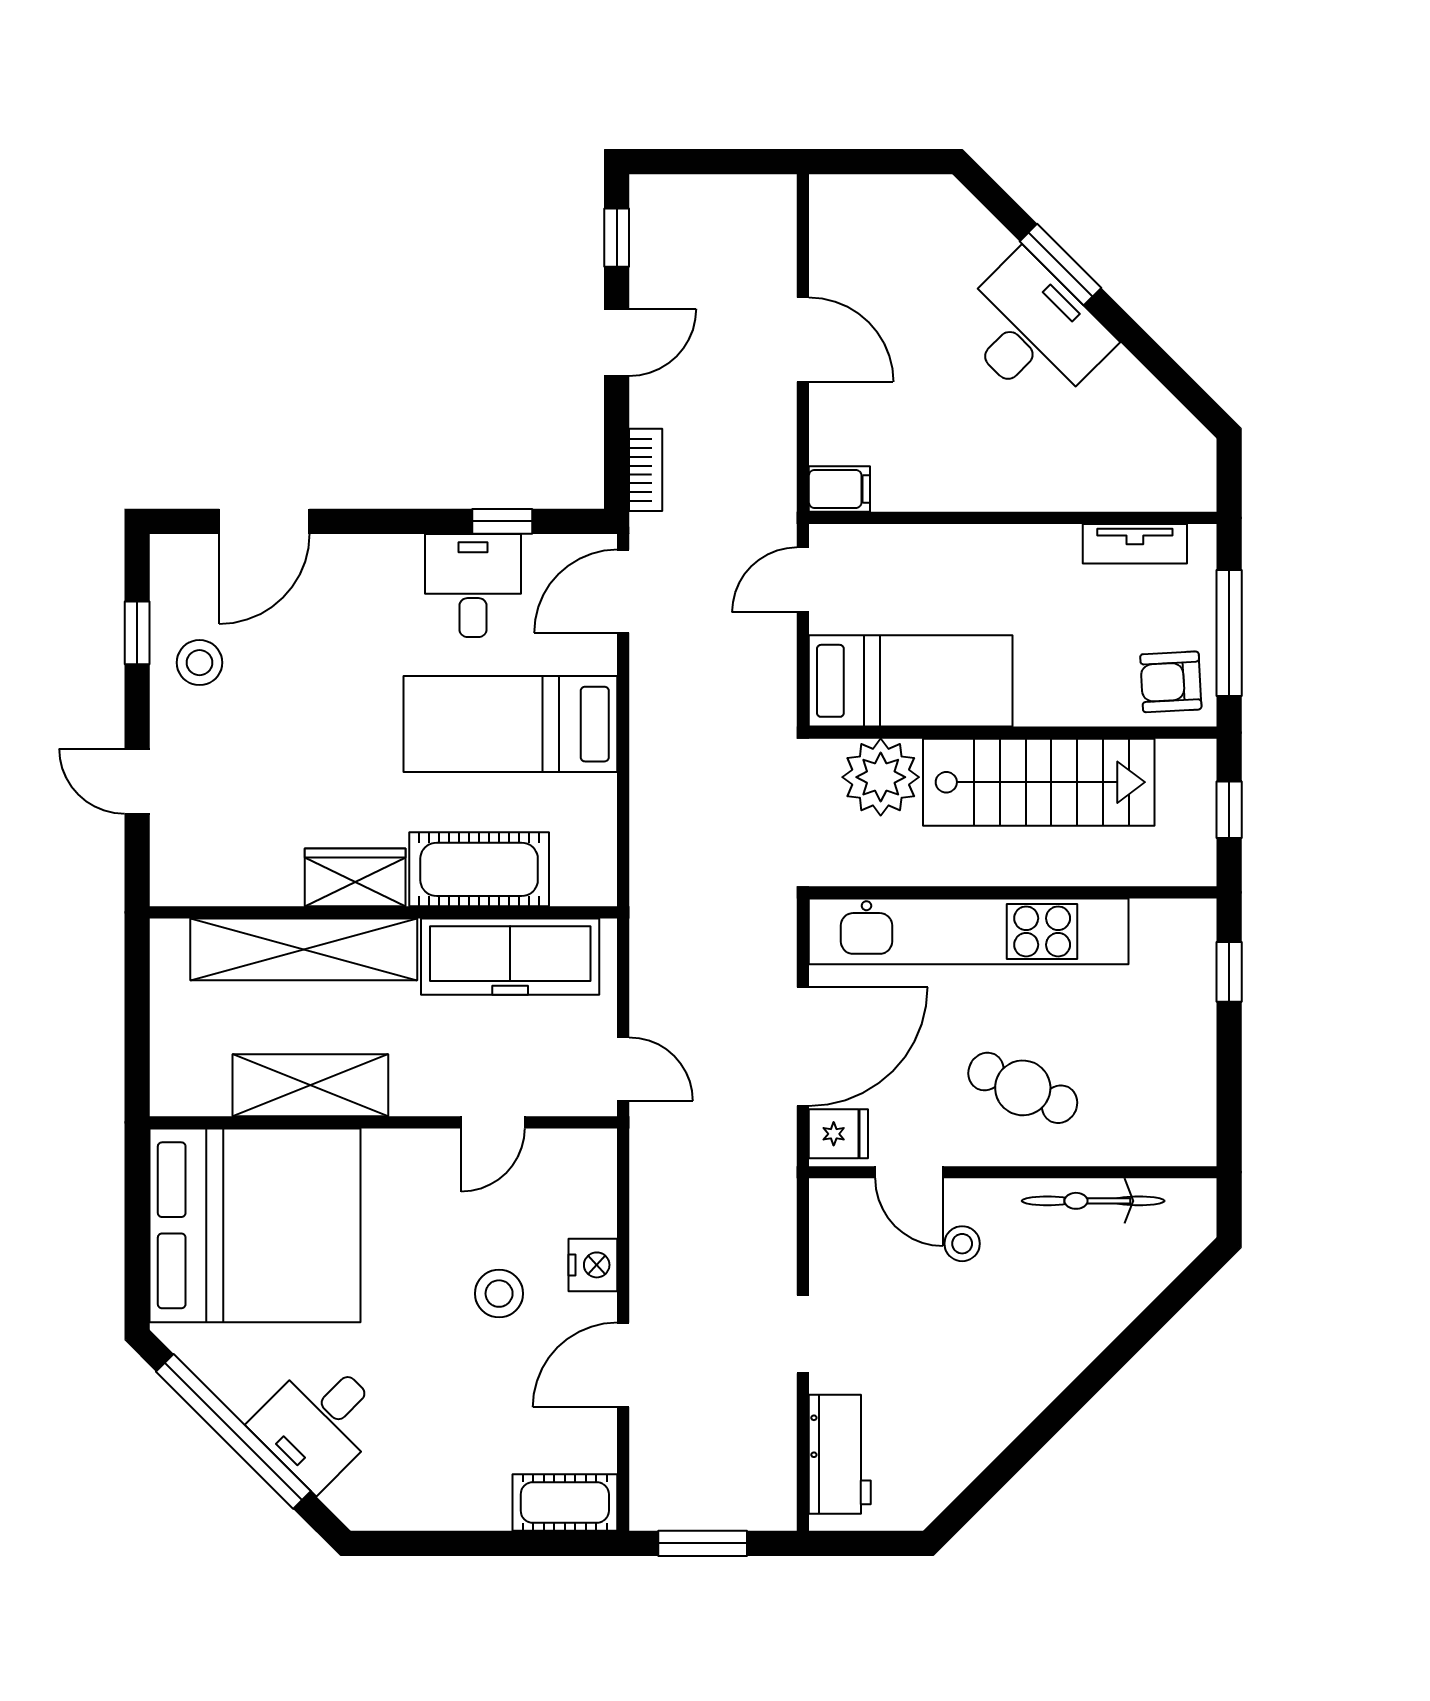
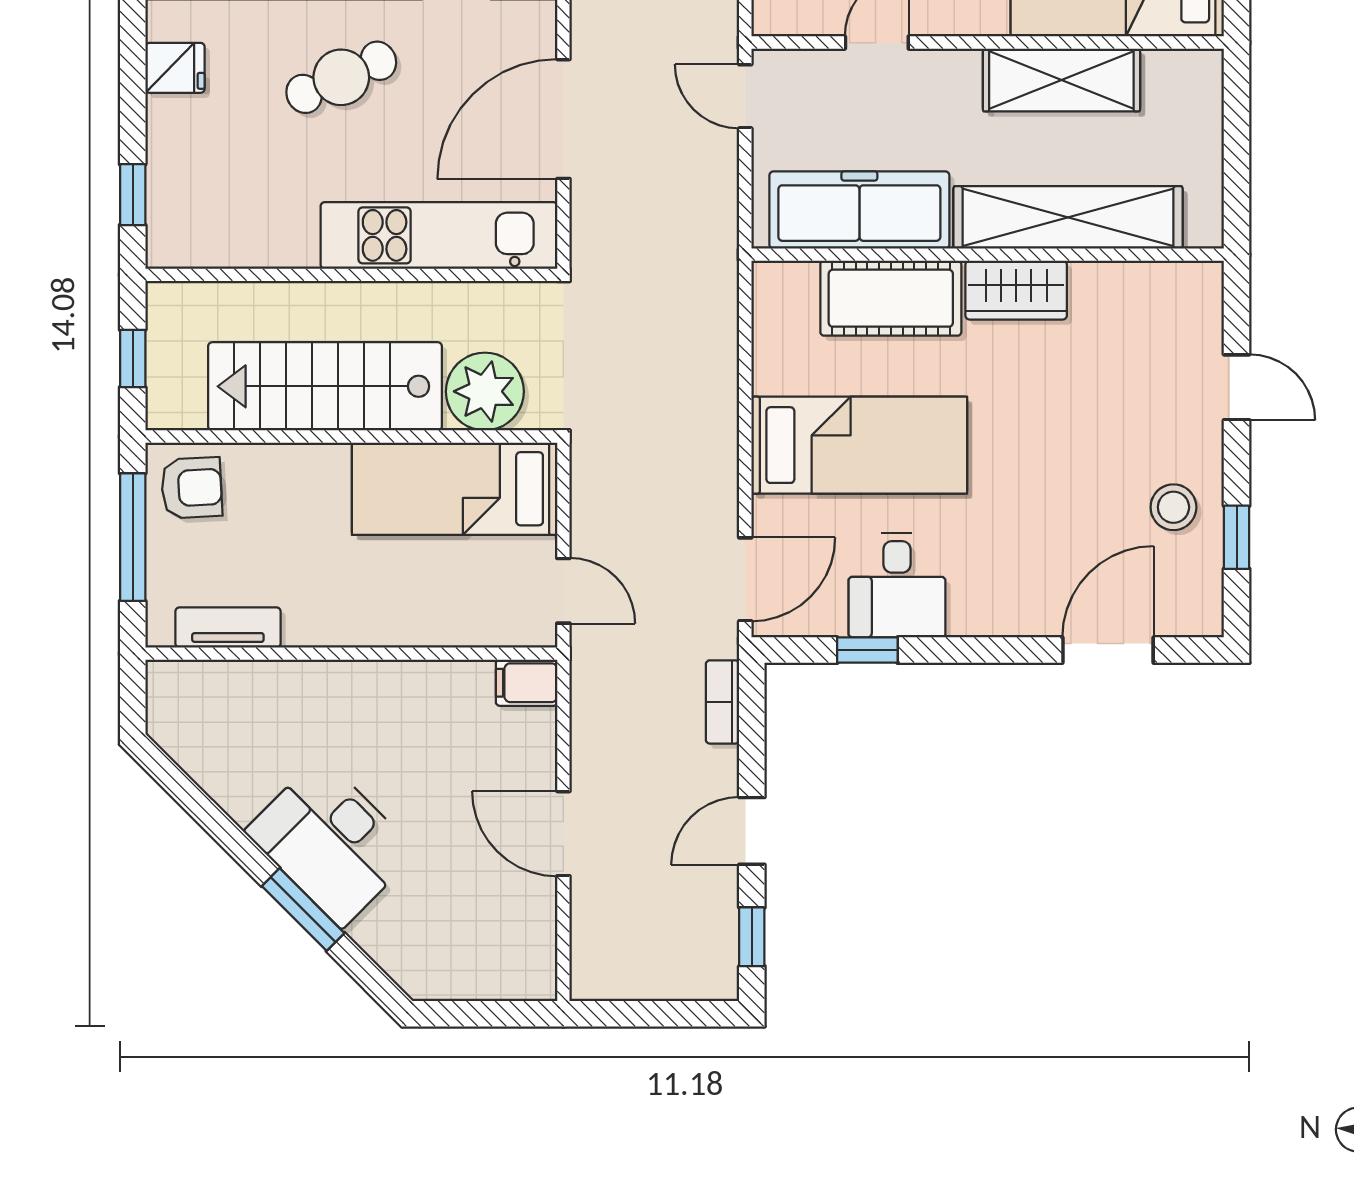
door: (803, 580) -> (563, 591), hinge flipped
kitchen unit: (969, 931) -> (439, 235), width x0.73
cafe table: (1023, 1088) -> (341, 77), turned -48
fridge: (838, 1134) -> (175, 68), moved, turned 180

